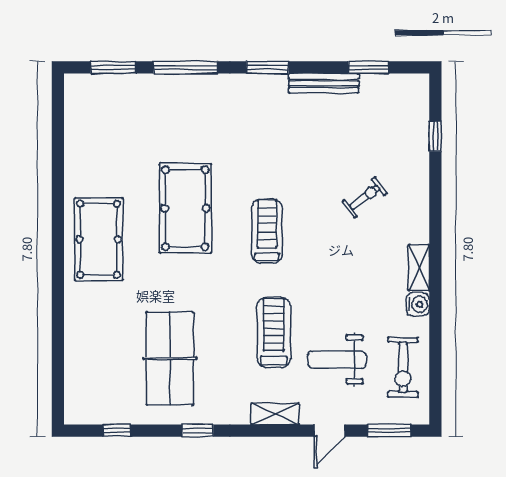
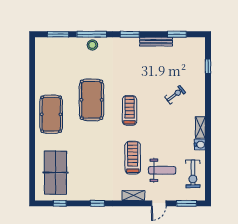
stool: (187, 91) -> (92, 45), added
table tennis table: (170, 358) -> (55, 173), moved
weight bench: (337, 360) -> (162, 170), turned 180

